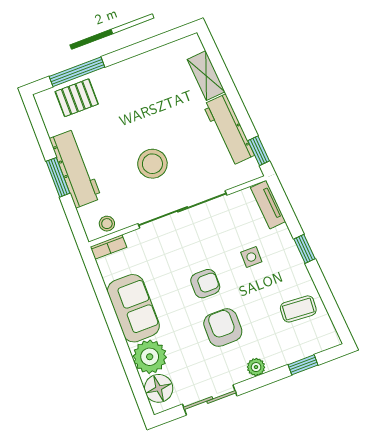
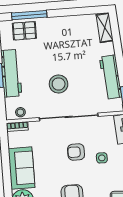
shelving: (206, 76) -> (105, 28), moved
armchair: (205, 284) -> (76, 152), moved, turned 180

